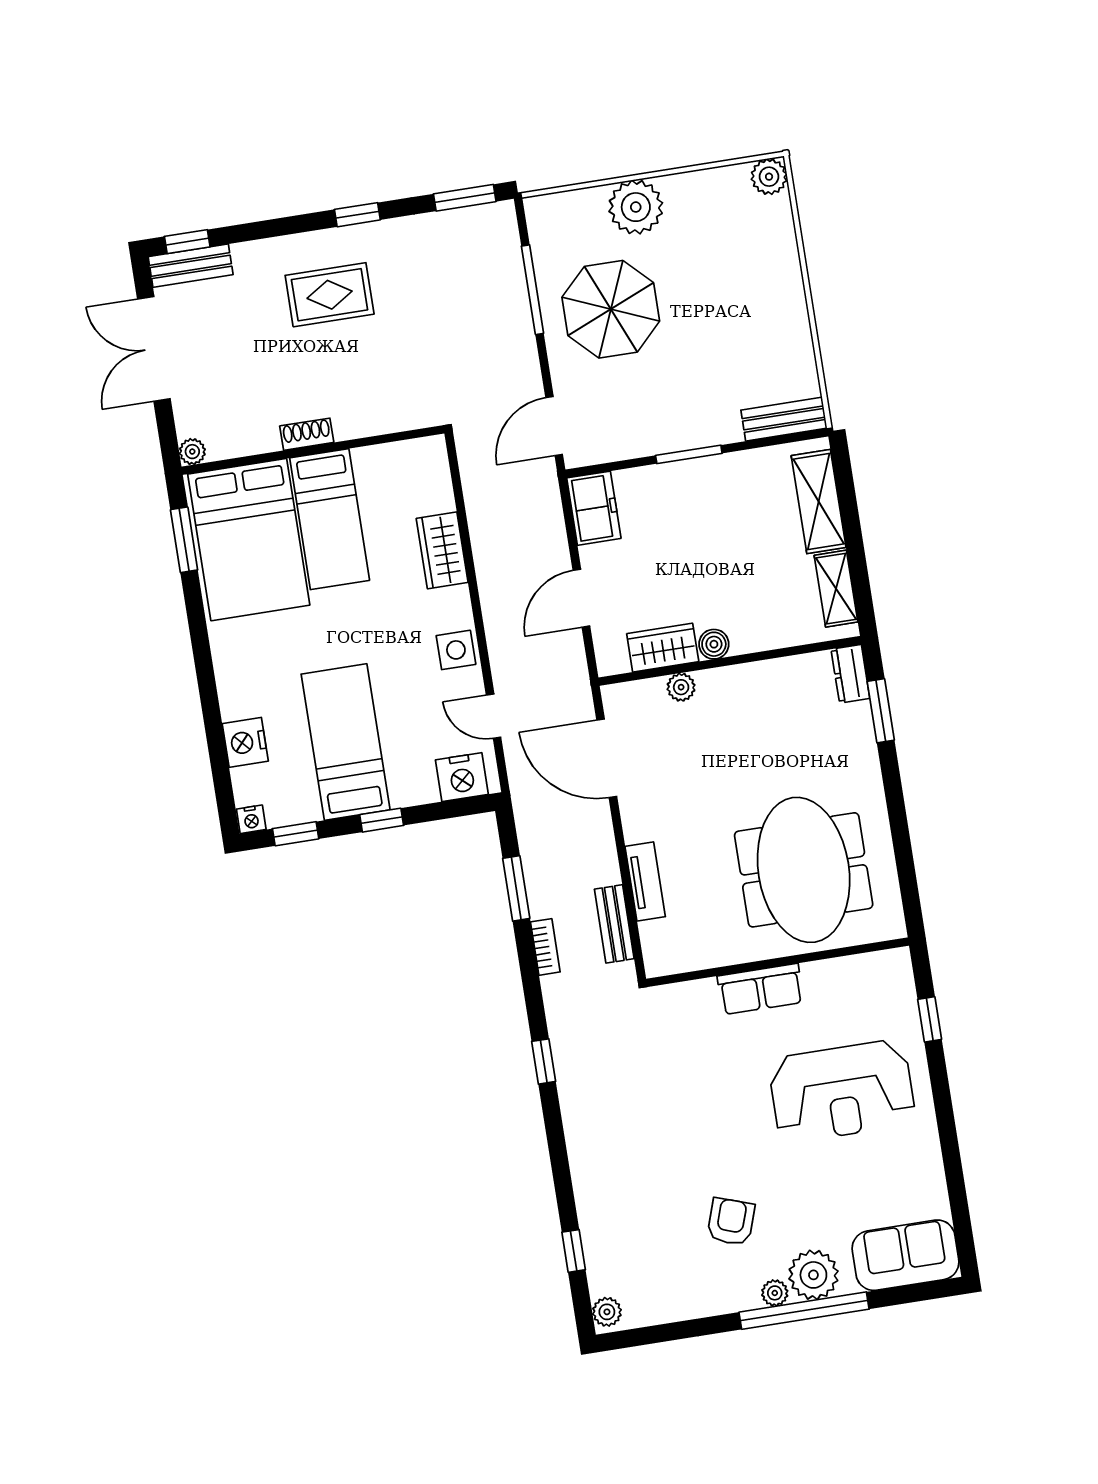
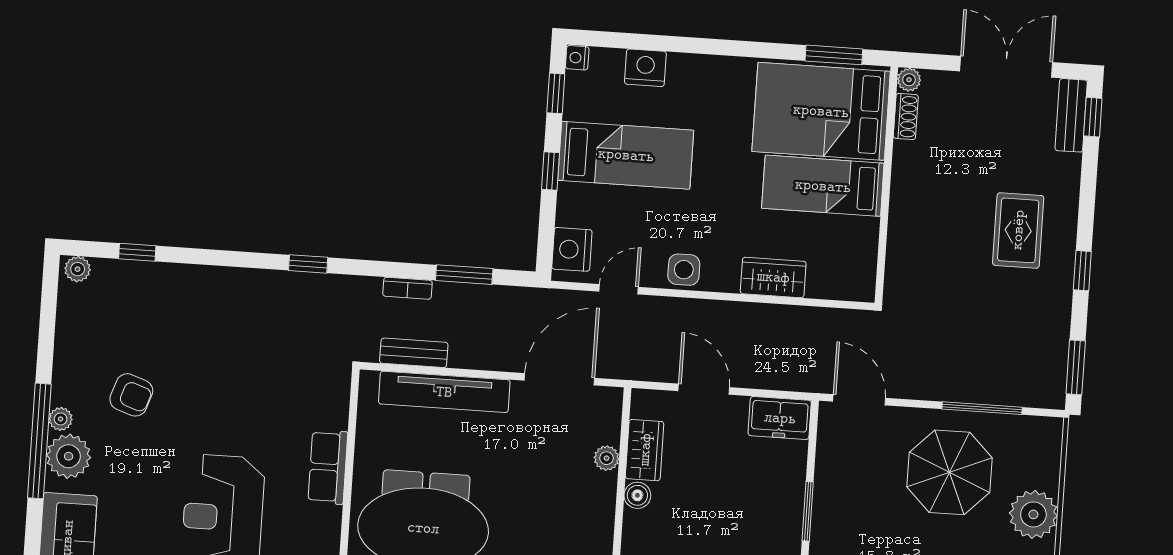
shoe rack: (307, 434) -> (906, 117), moved
tv unit: (645, 882) -> (444, 392), width x1.92, depth x1.29

